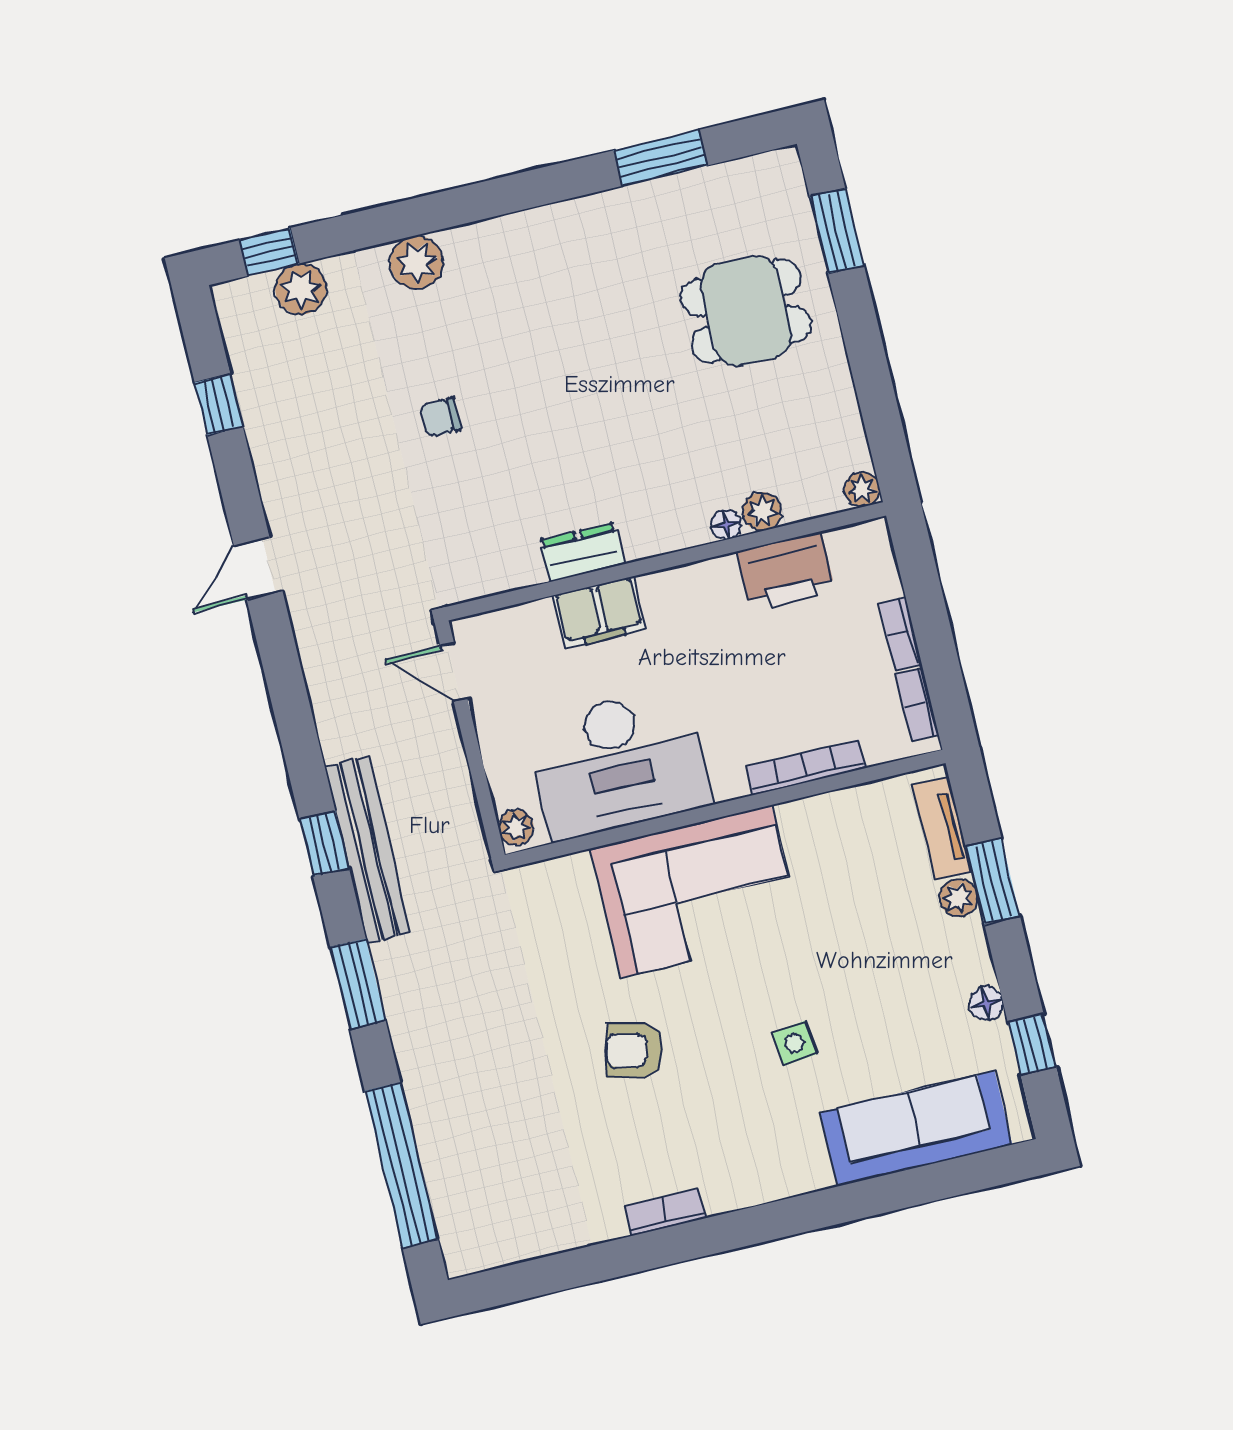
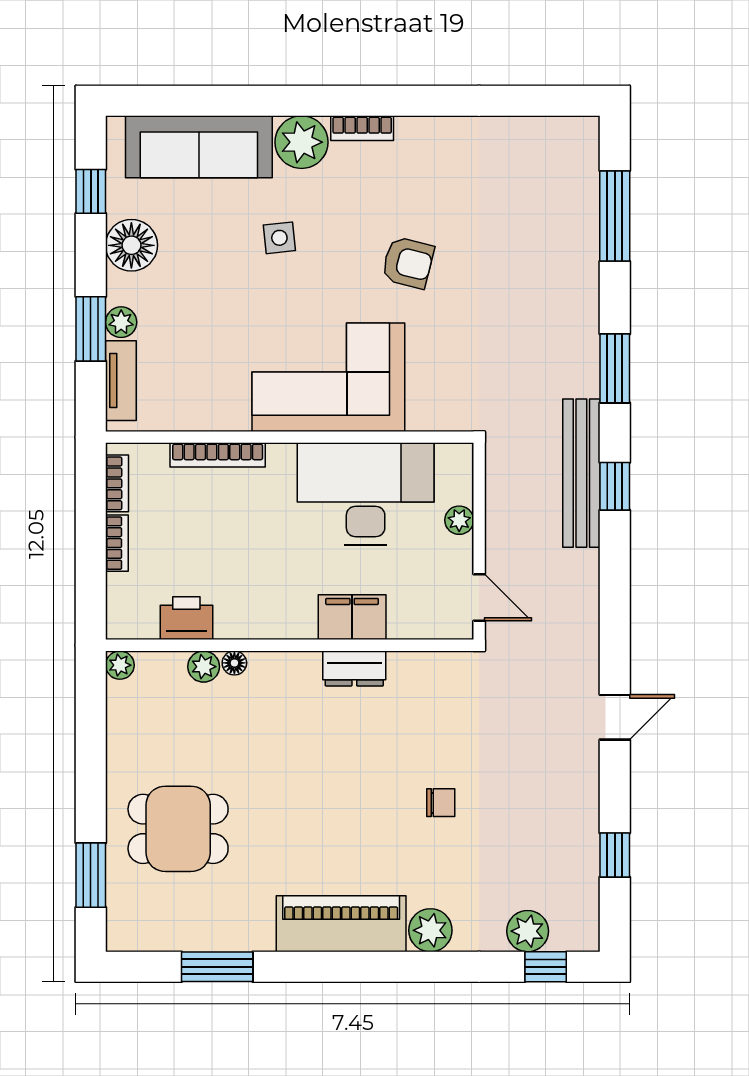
piano: (525, 245) -> (341, 924), added
printer: (786, 572) -> (186, 618), width x0.73, depth x0.84
plant: (516, 827) -> (459, 520), moved
floor lamp: (986, 1003) -> (131, 245), width x1.89, depth x1.89
plant: (795, 1164) -> (302, 142), added
window: (401, 1165) -> (615, 216), width x0.68
bookcase: (665, 1212) -> (362, 128), moved

